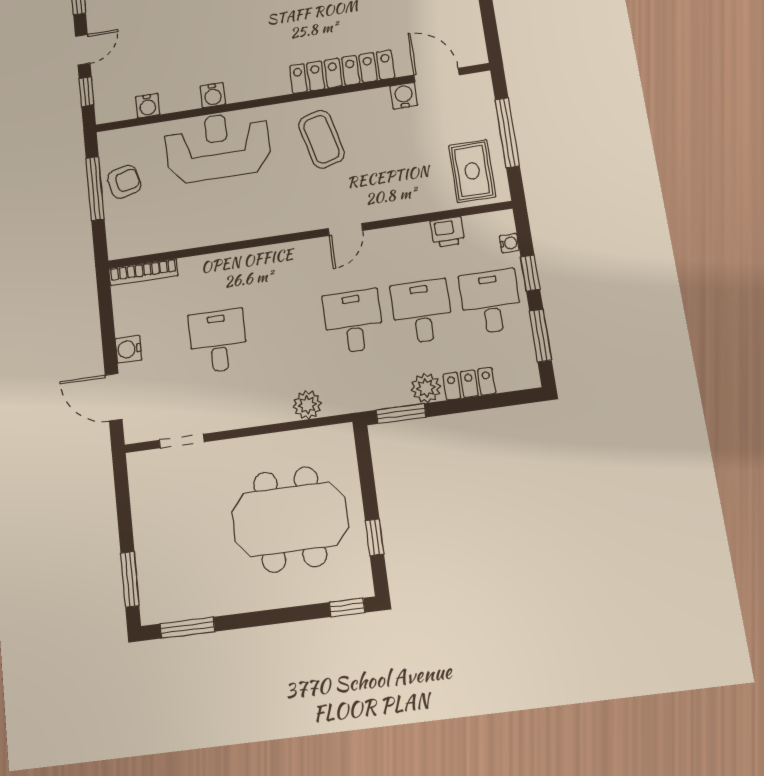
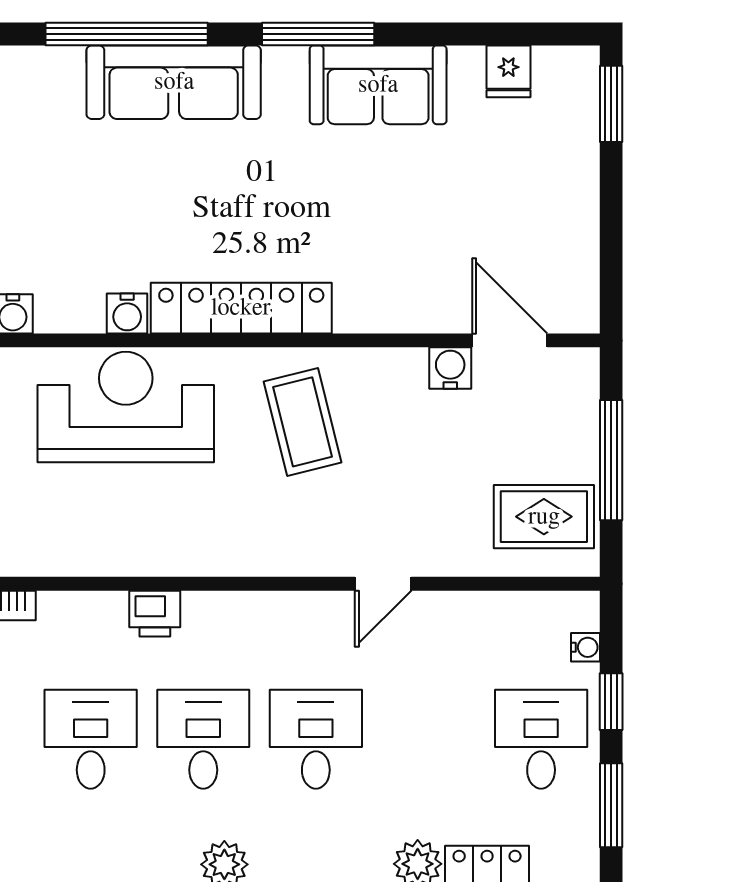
locker: (342, 72) -> (241, 308), moved
rug: (472, 171) -> (544, 517), turned 90
door: (345, 229) -> (383, 584), moved
printer: (447, 232) -> (155, 614), moved
desk: (422, 312) -> (203, 739), moved

